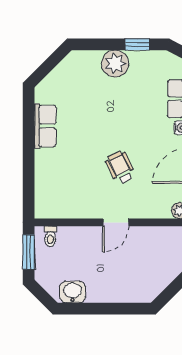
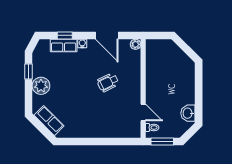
row of seats: (45, 126) -> (49, 121), moved, turned 45
door: (116, 222) -> (143, 112), moved

